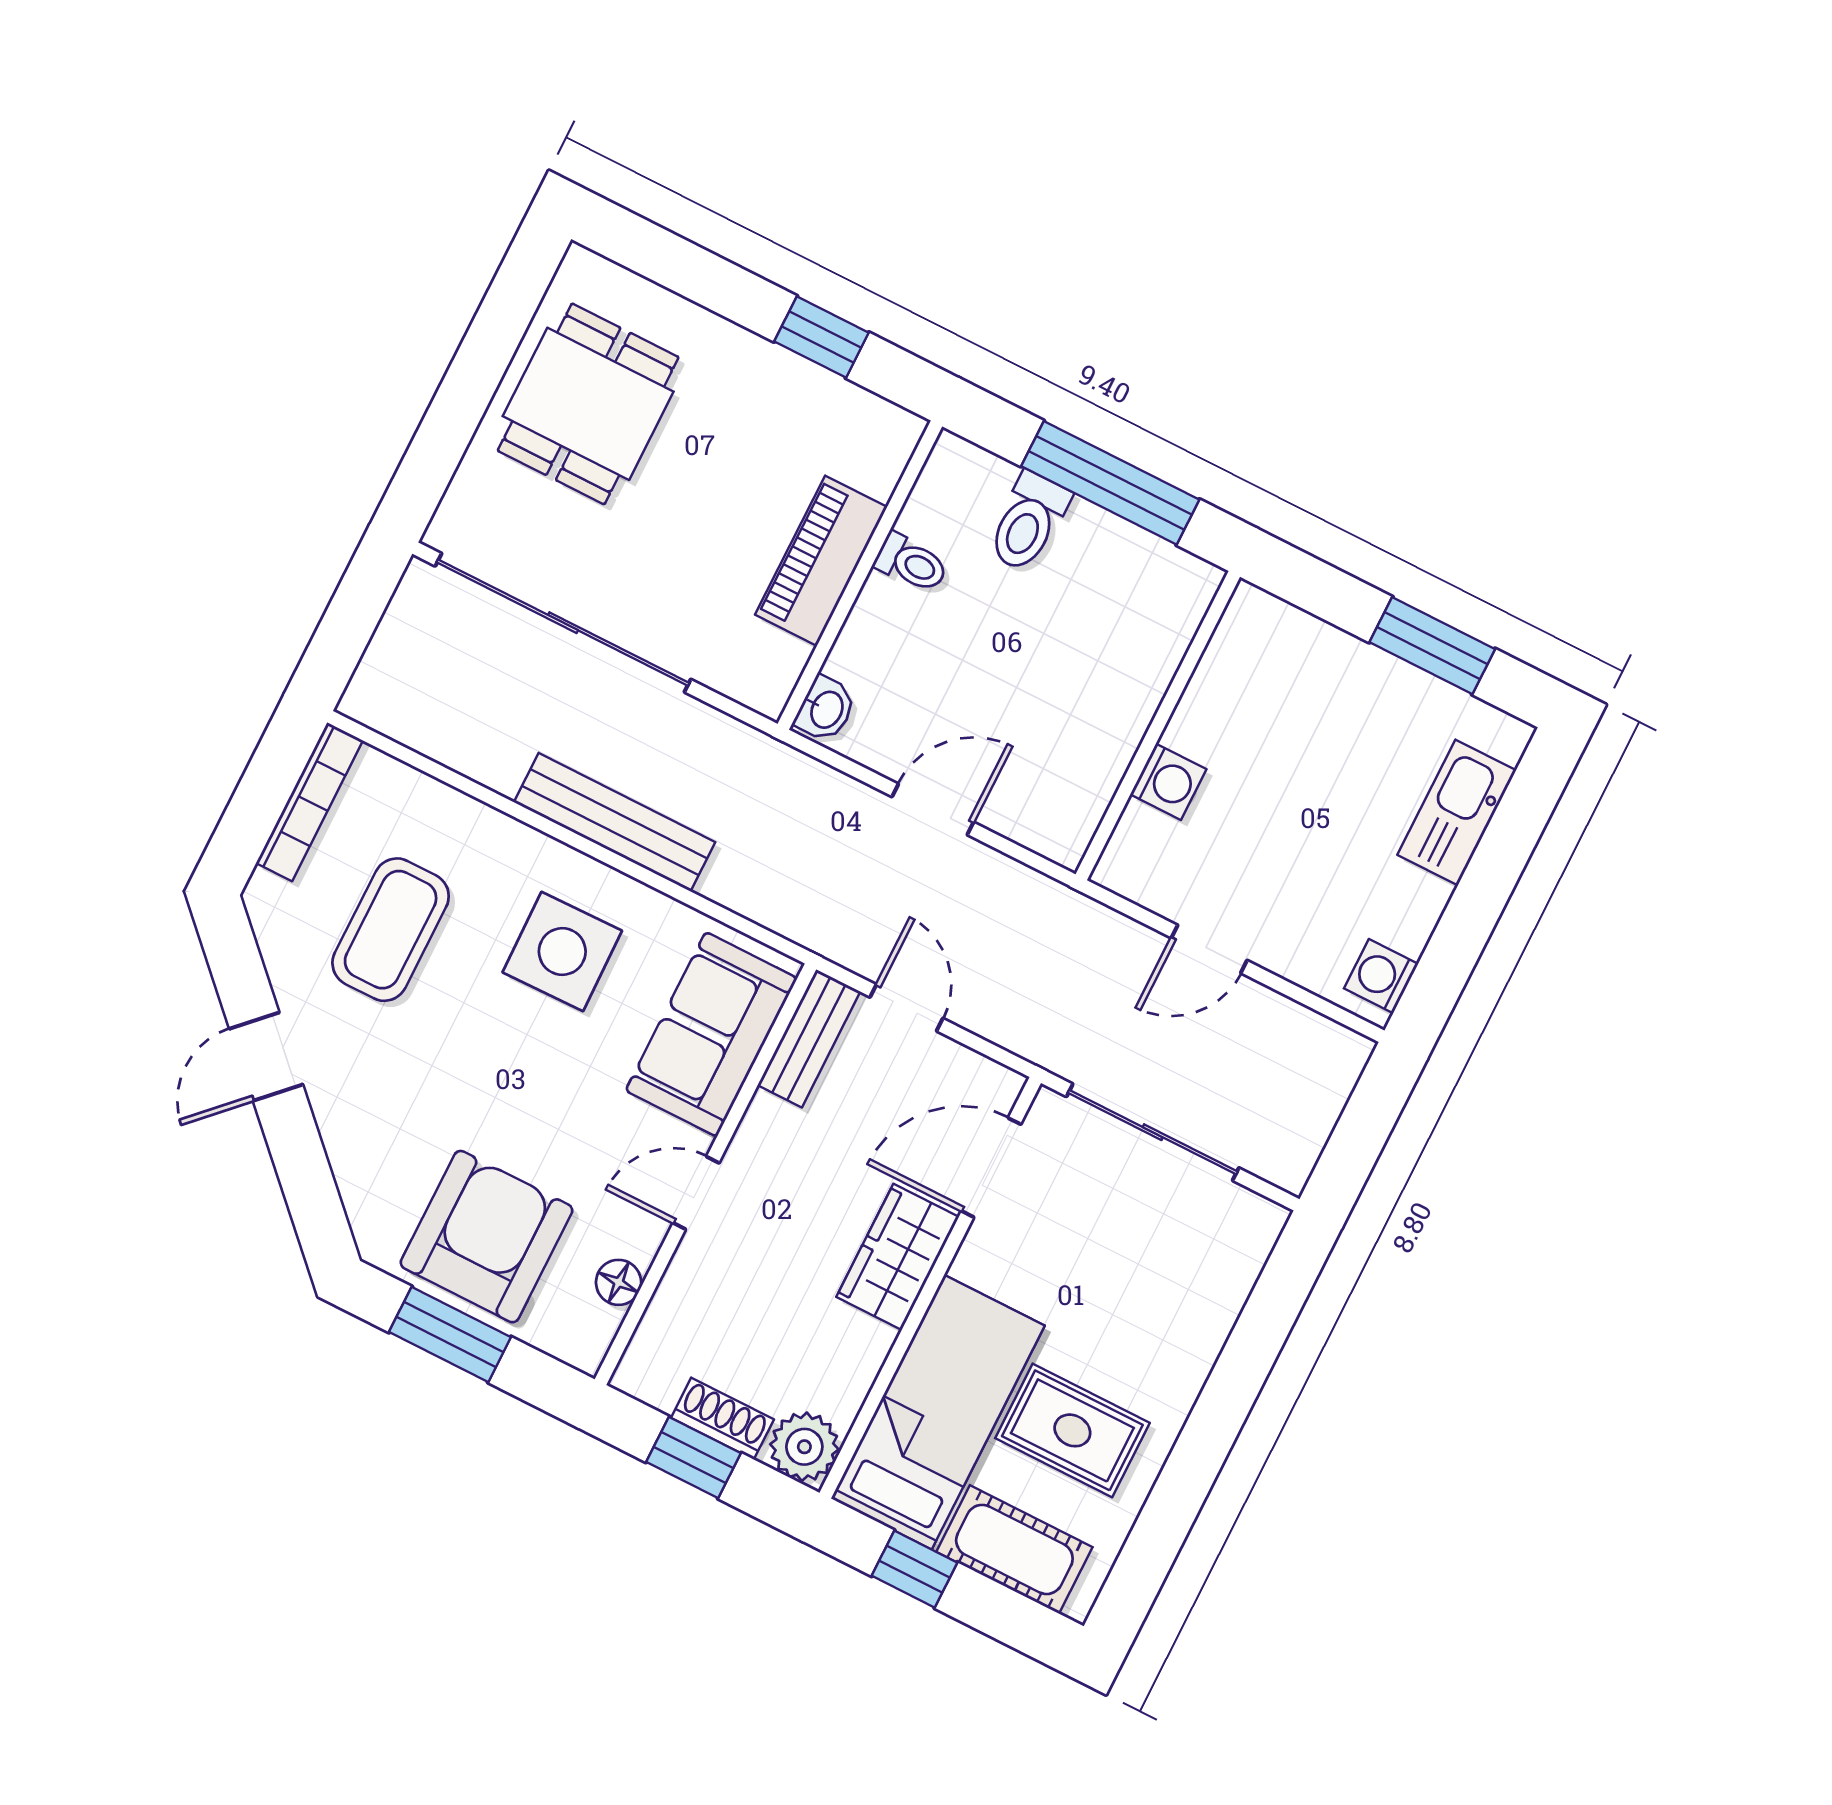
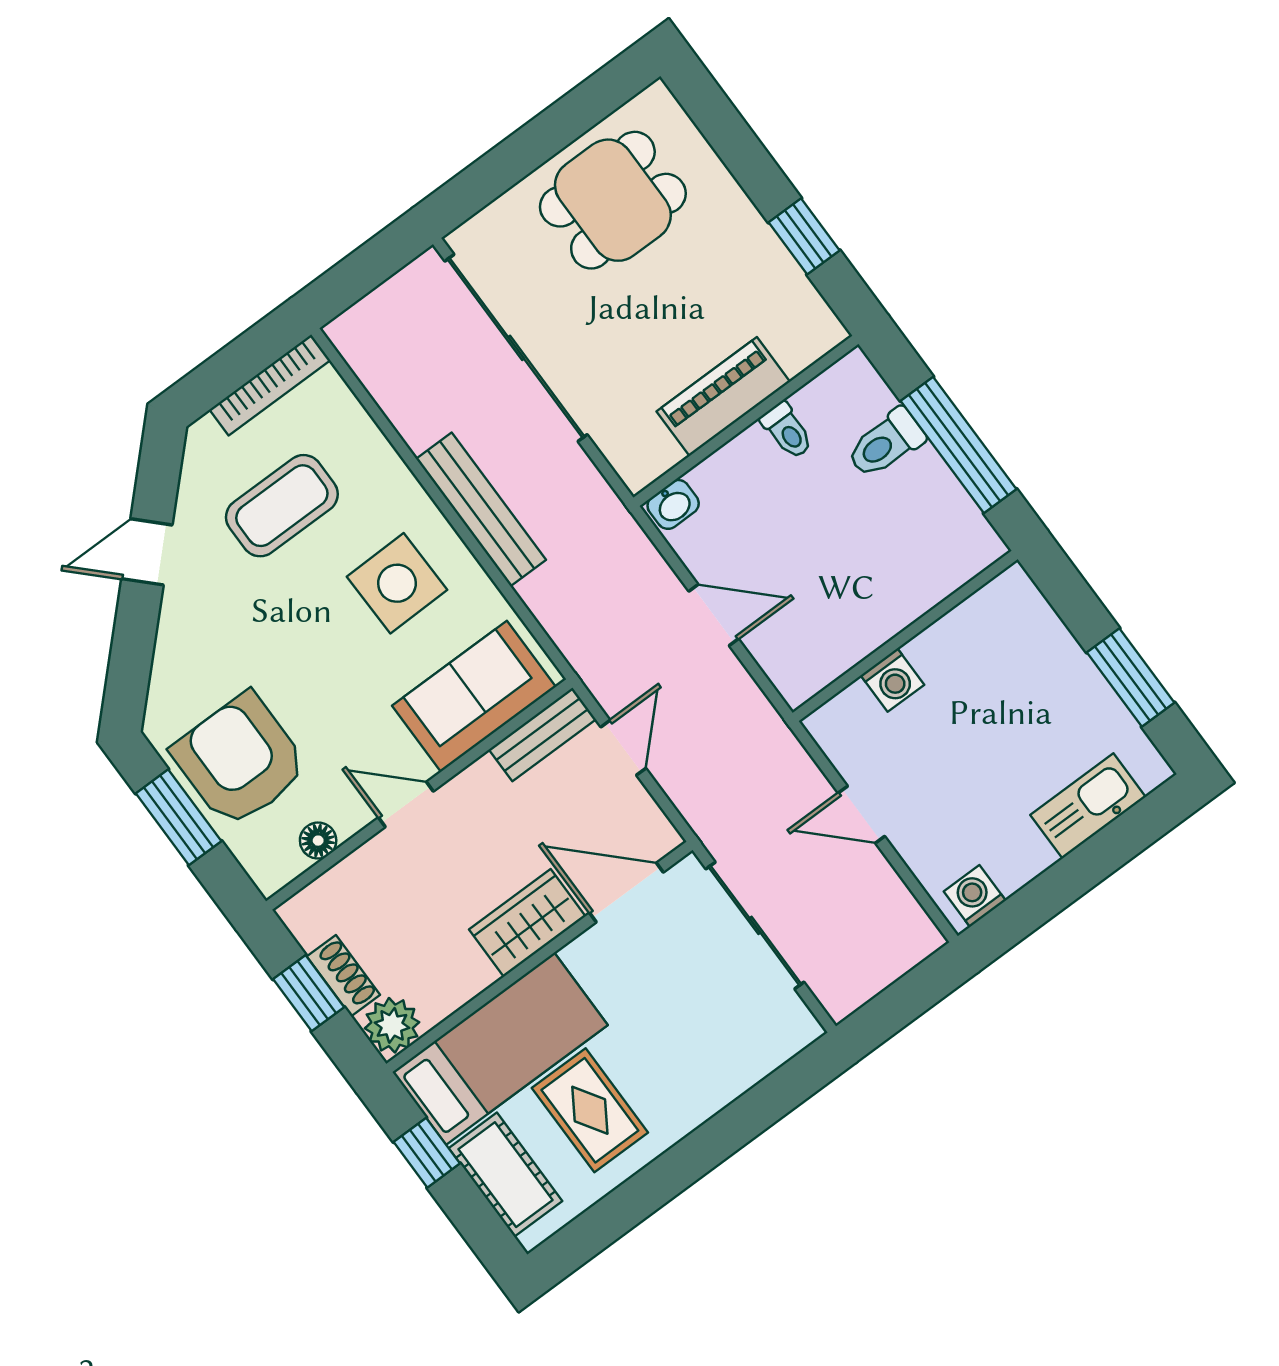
armchair: (487, 1237) -> (240, 760), turned -90

